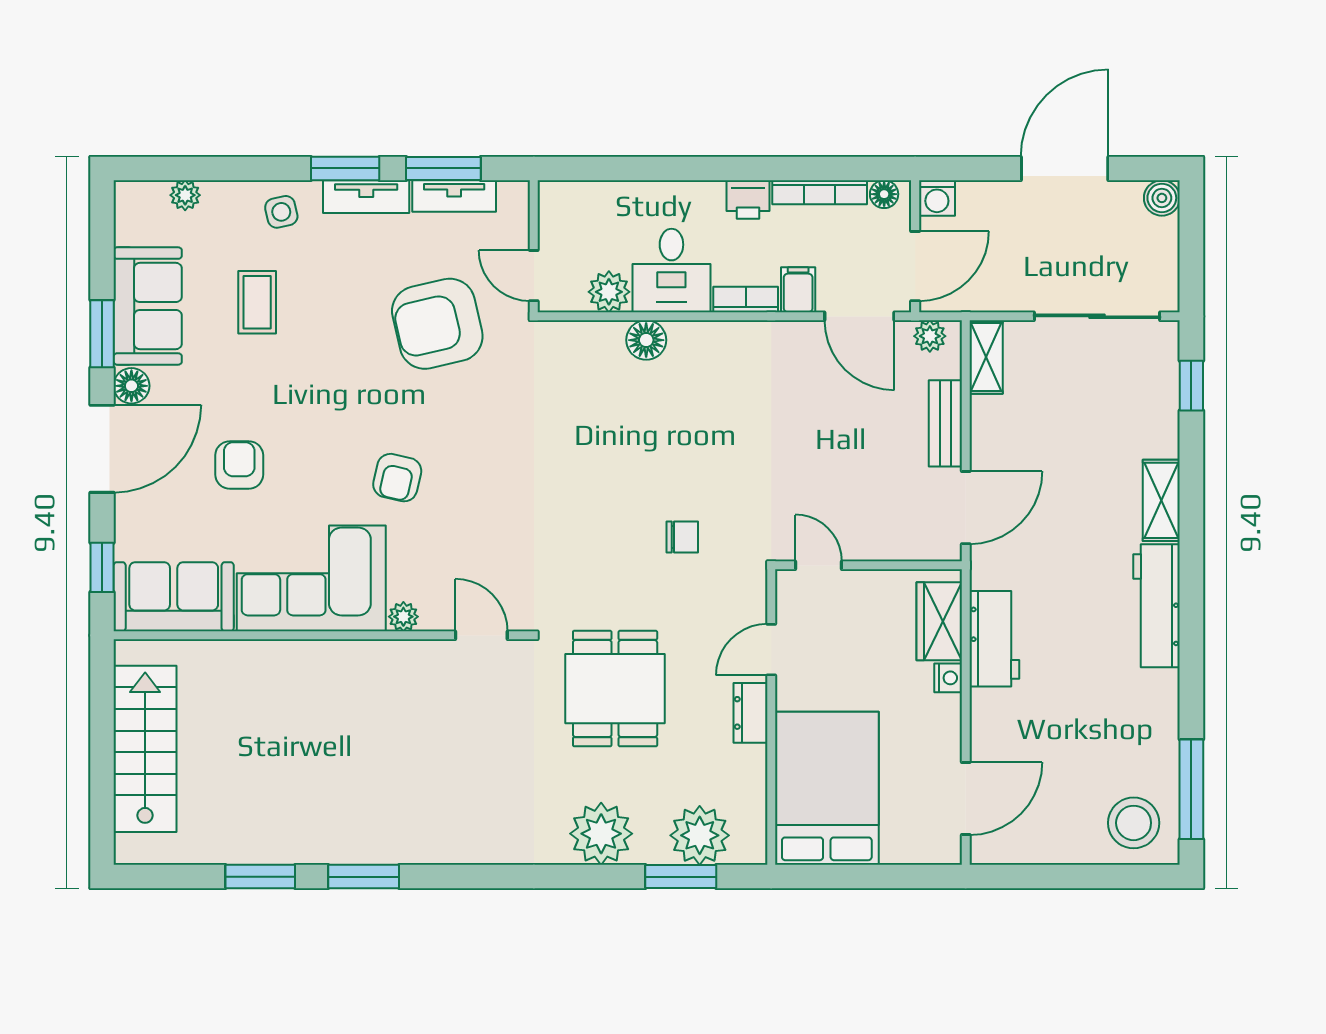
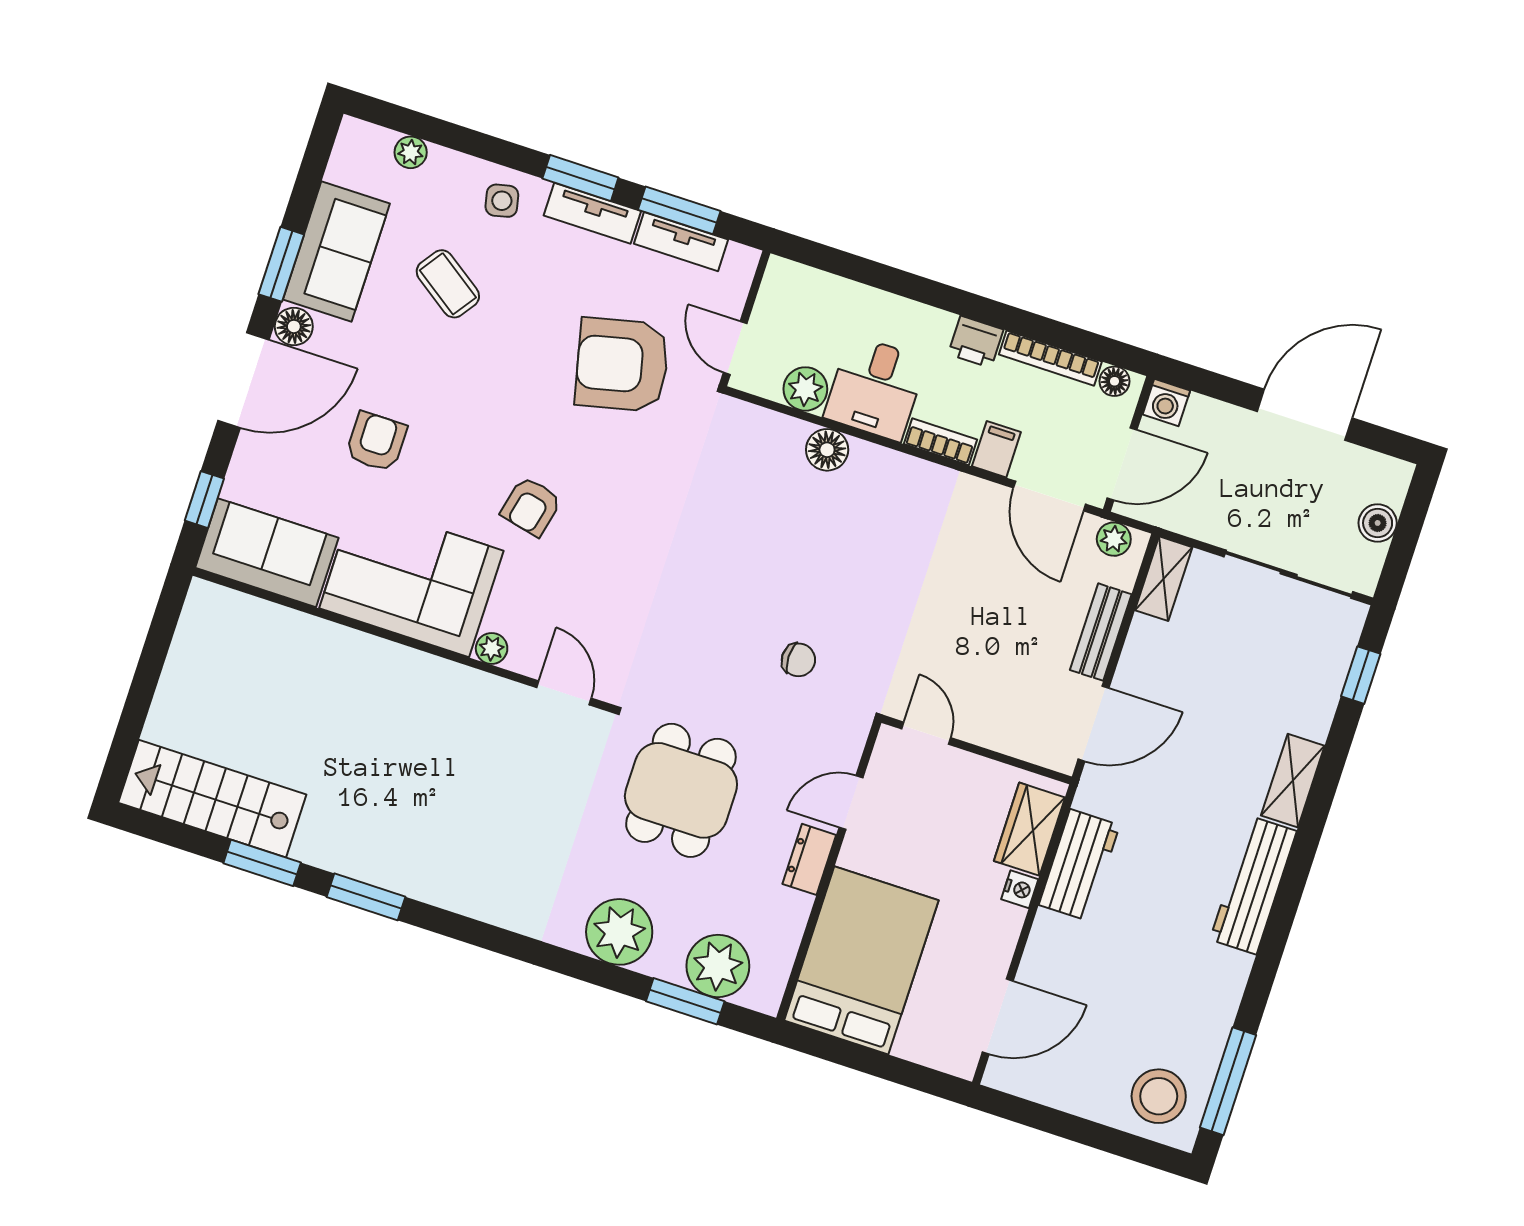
boiler: (1162, 198) -> (1378, 523), moved
coffee table: (257, 302) -> (448, 284), turned -55
stairs: (145, 749) -> (212, 799), moved, turned -90

